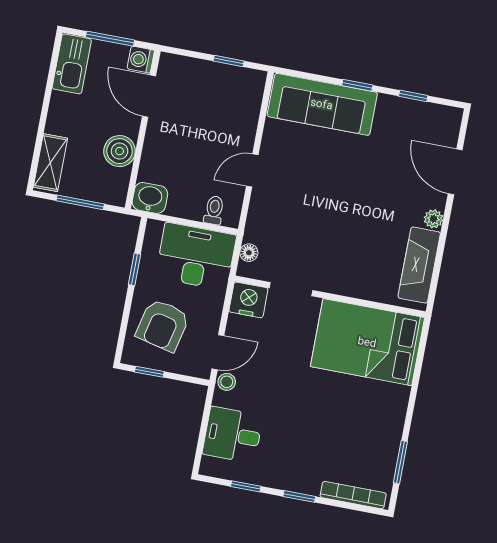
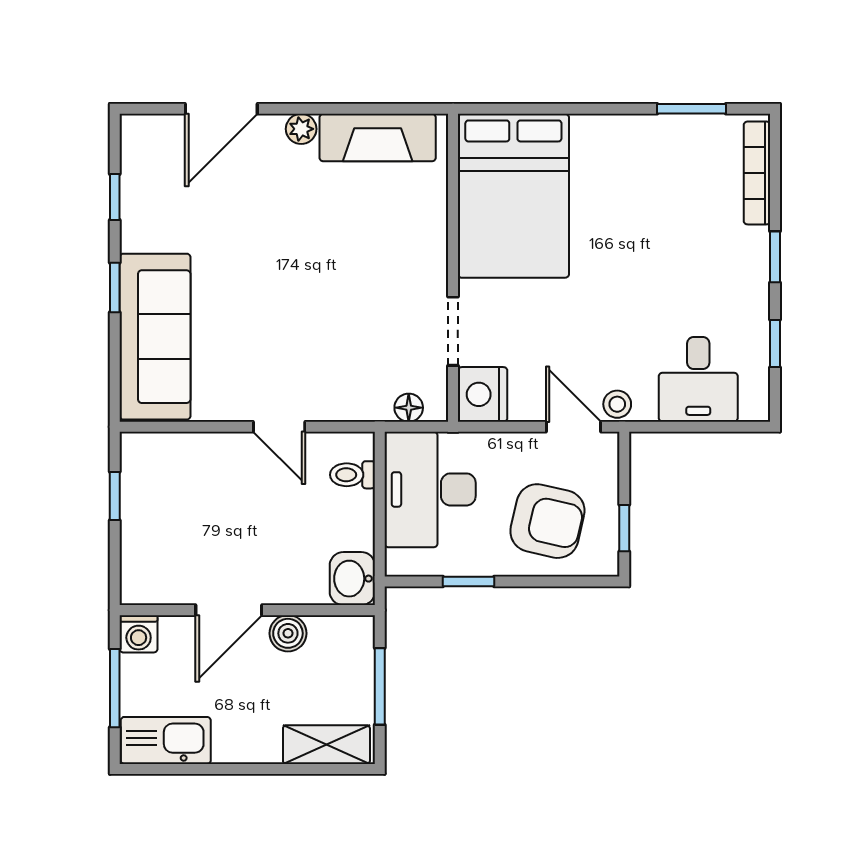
door: (149, 96) -> (229, 610), moved
boiler: (120, 151) -> (288, 633), width x0.73, depth x0.73

